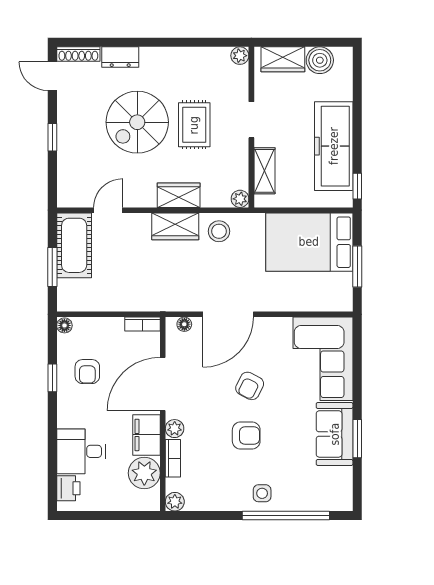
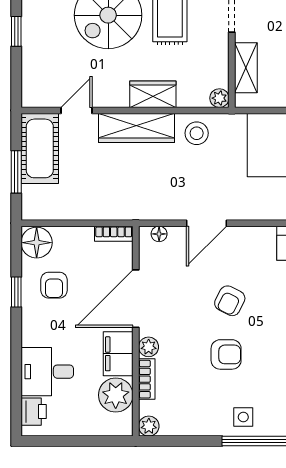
wardrobe: (175, 226) -> (137, 128), width x1.50
door: (228, 314) -> (206, 223), width x0.73
floor lamp: (64, 325) -> (37, 243), width x1.89, depth x1.89

